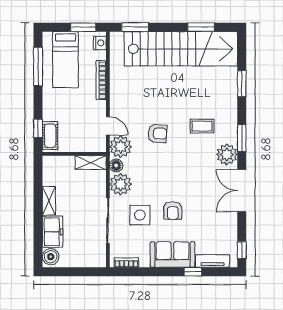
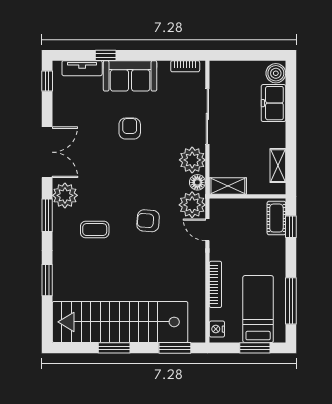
window: (83, 27) -> (255, 348), moved
window: (201, 27) -> (114, 348), moved
shelving: (49, 201) -> (278, 166), moved
side table: (140, 215) -> (169, 123), removed

